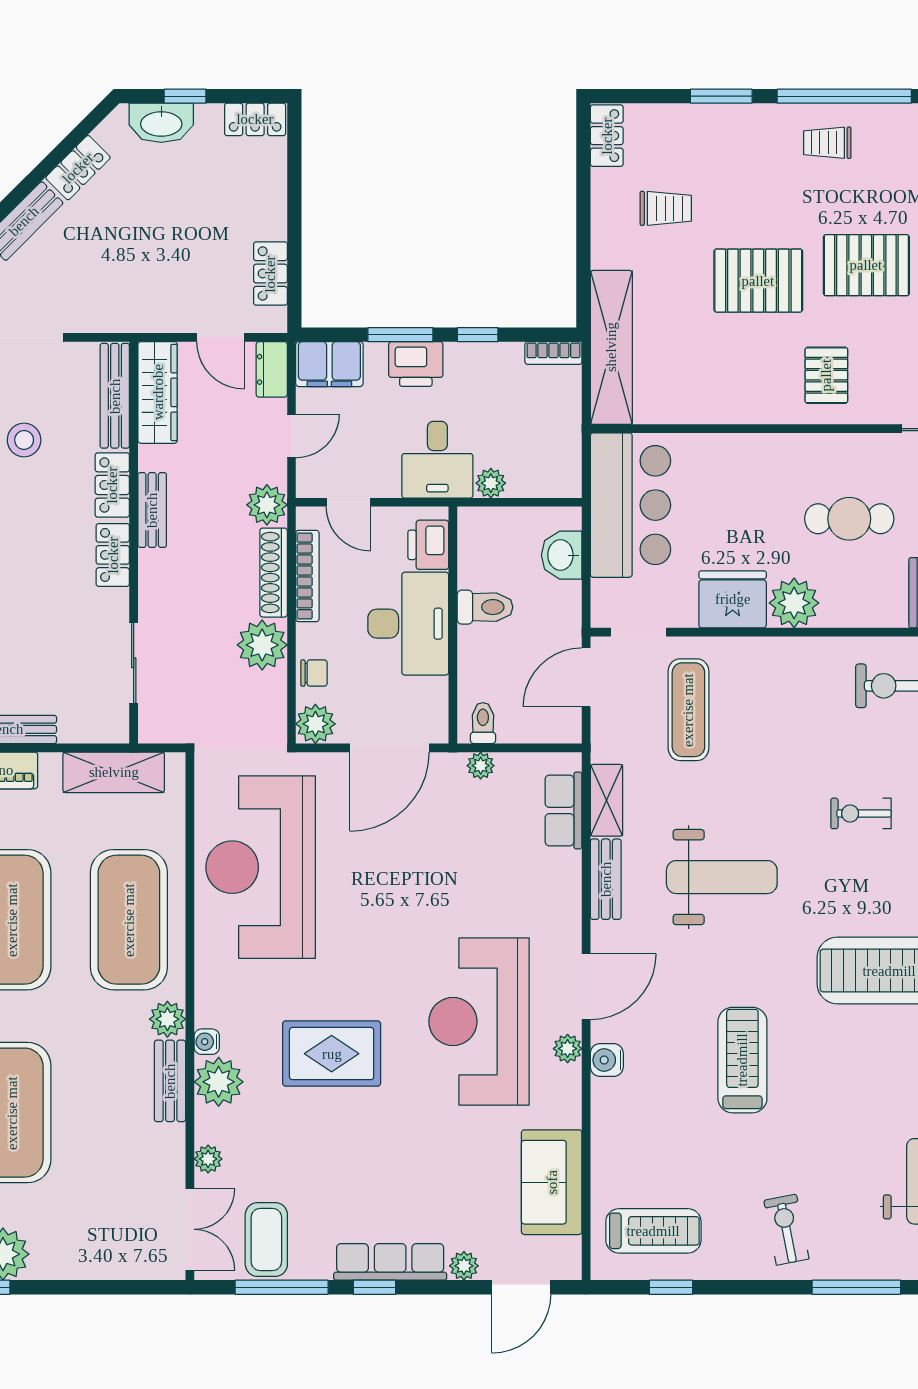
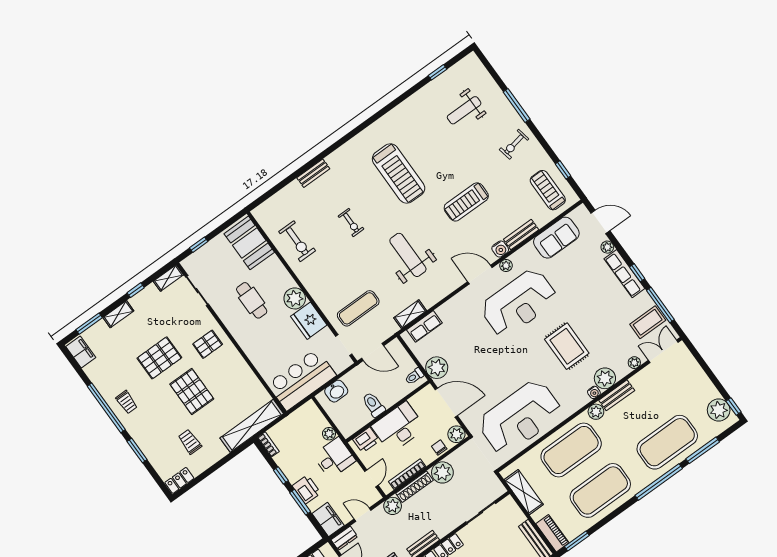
pallet: (866, 265) -> (159, 358), turned 90
plant: (481, 766) -> (437, 368), width x1.88, depth x1.88
bench: (606, 879) -> (521, 235), moved

